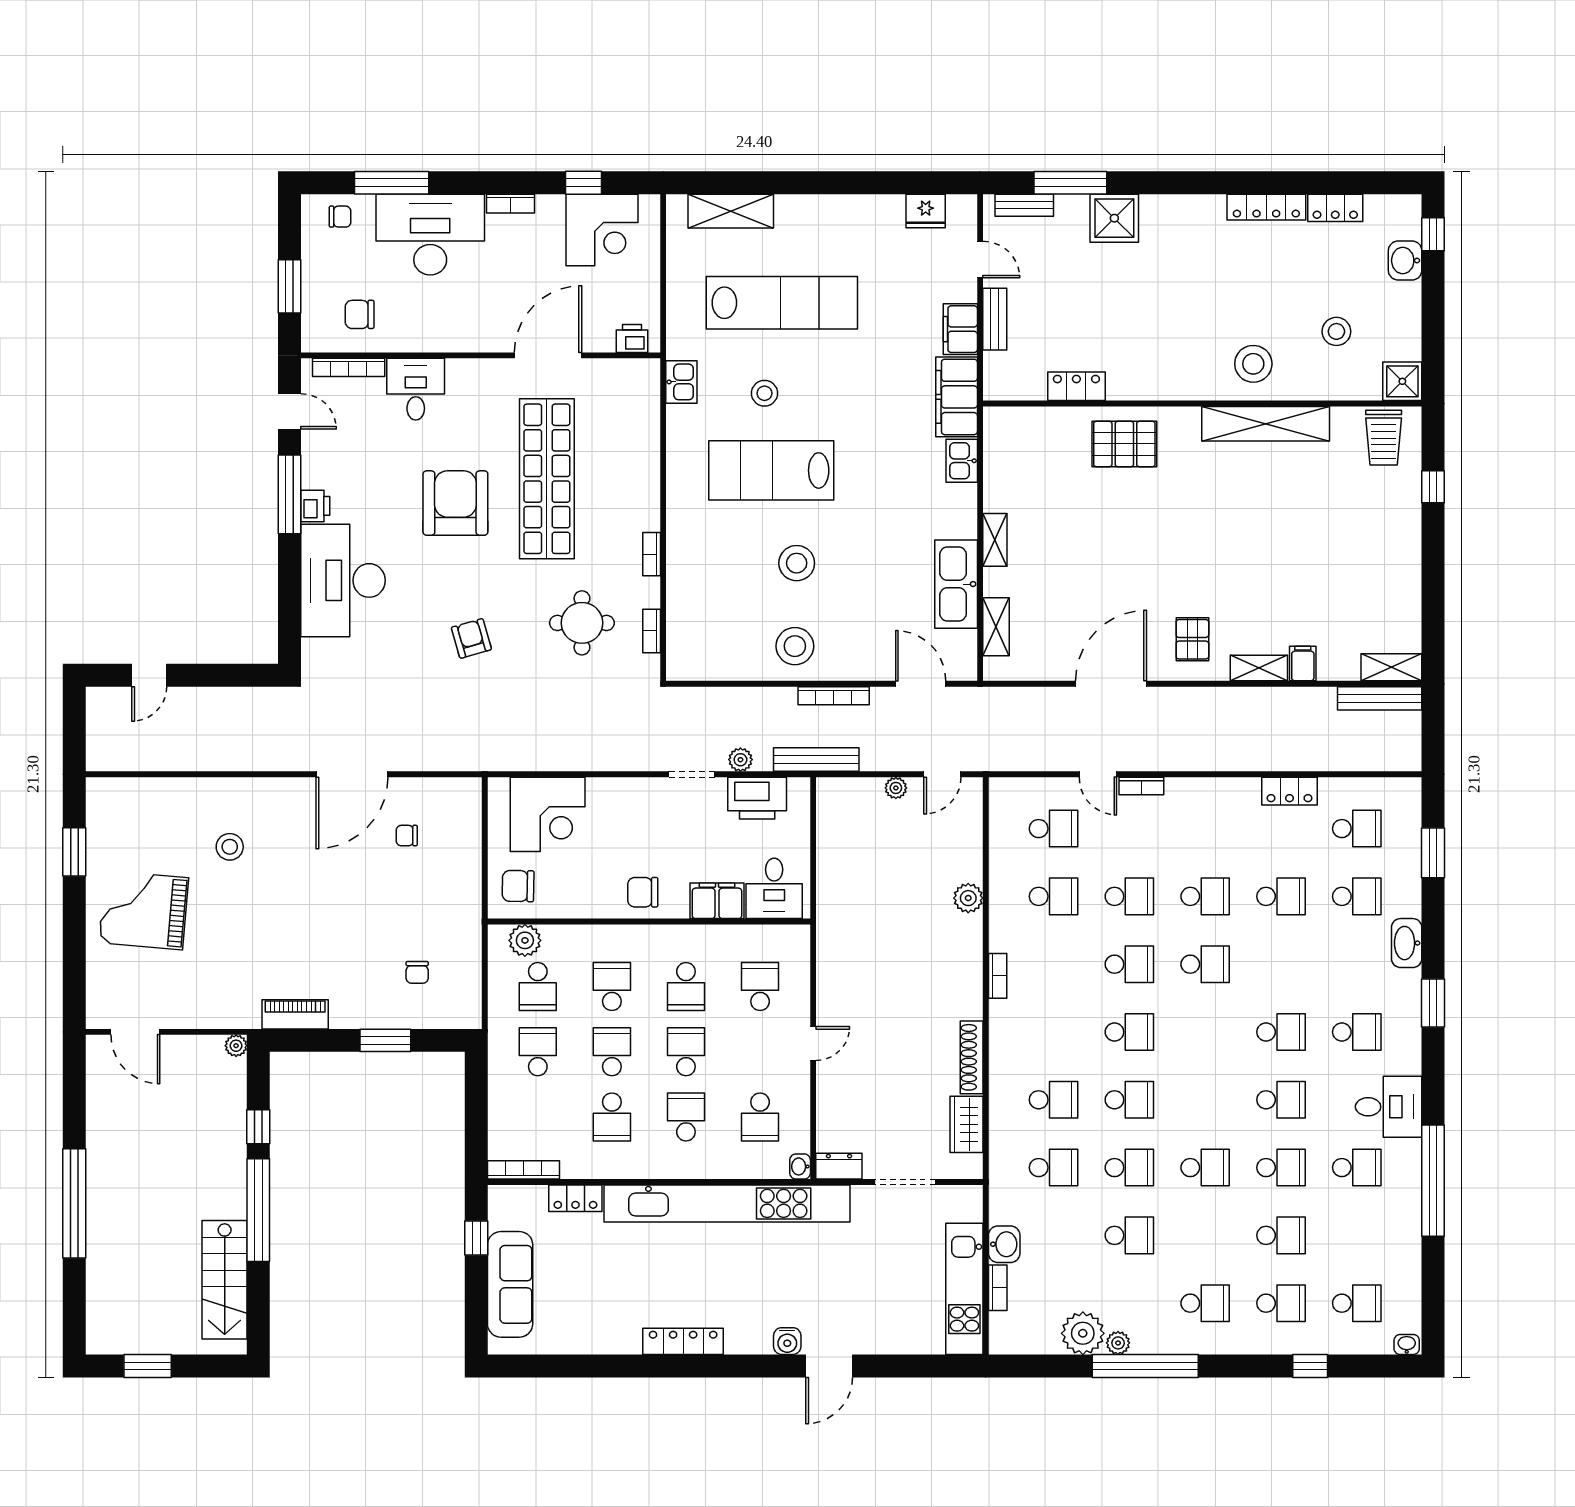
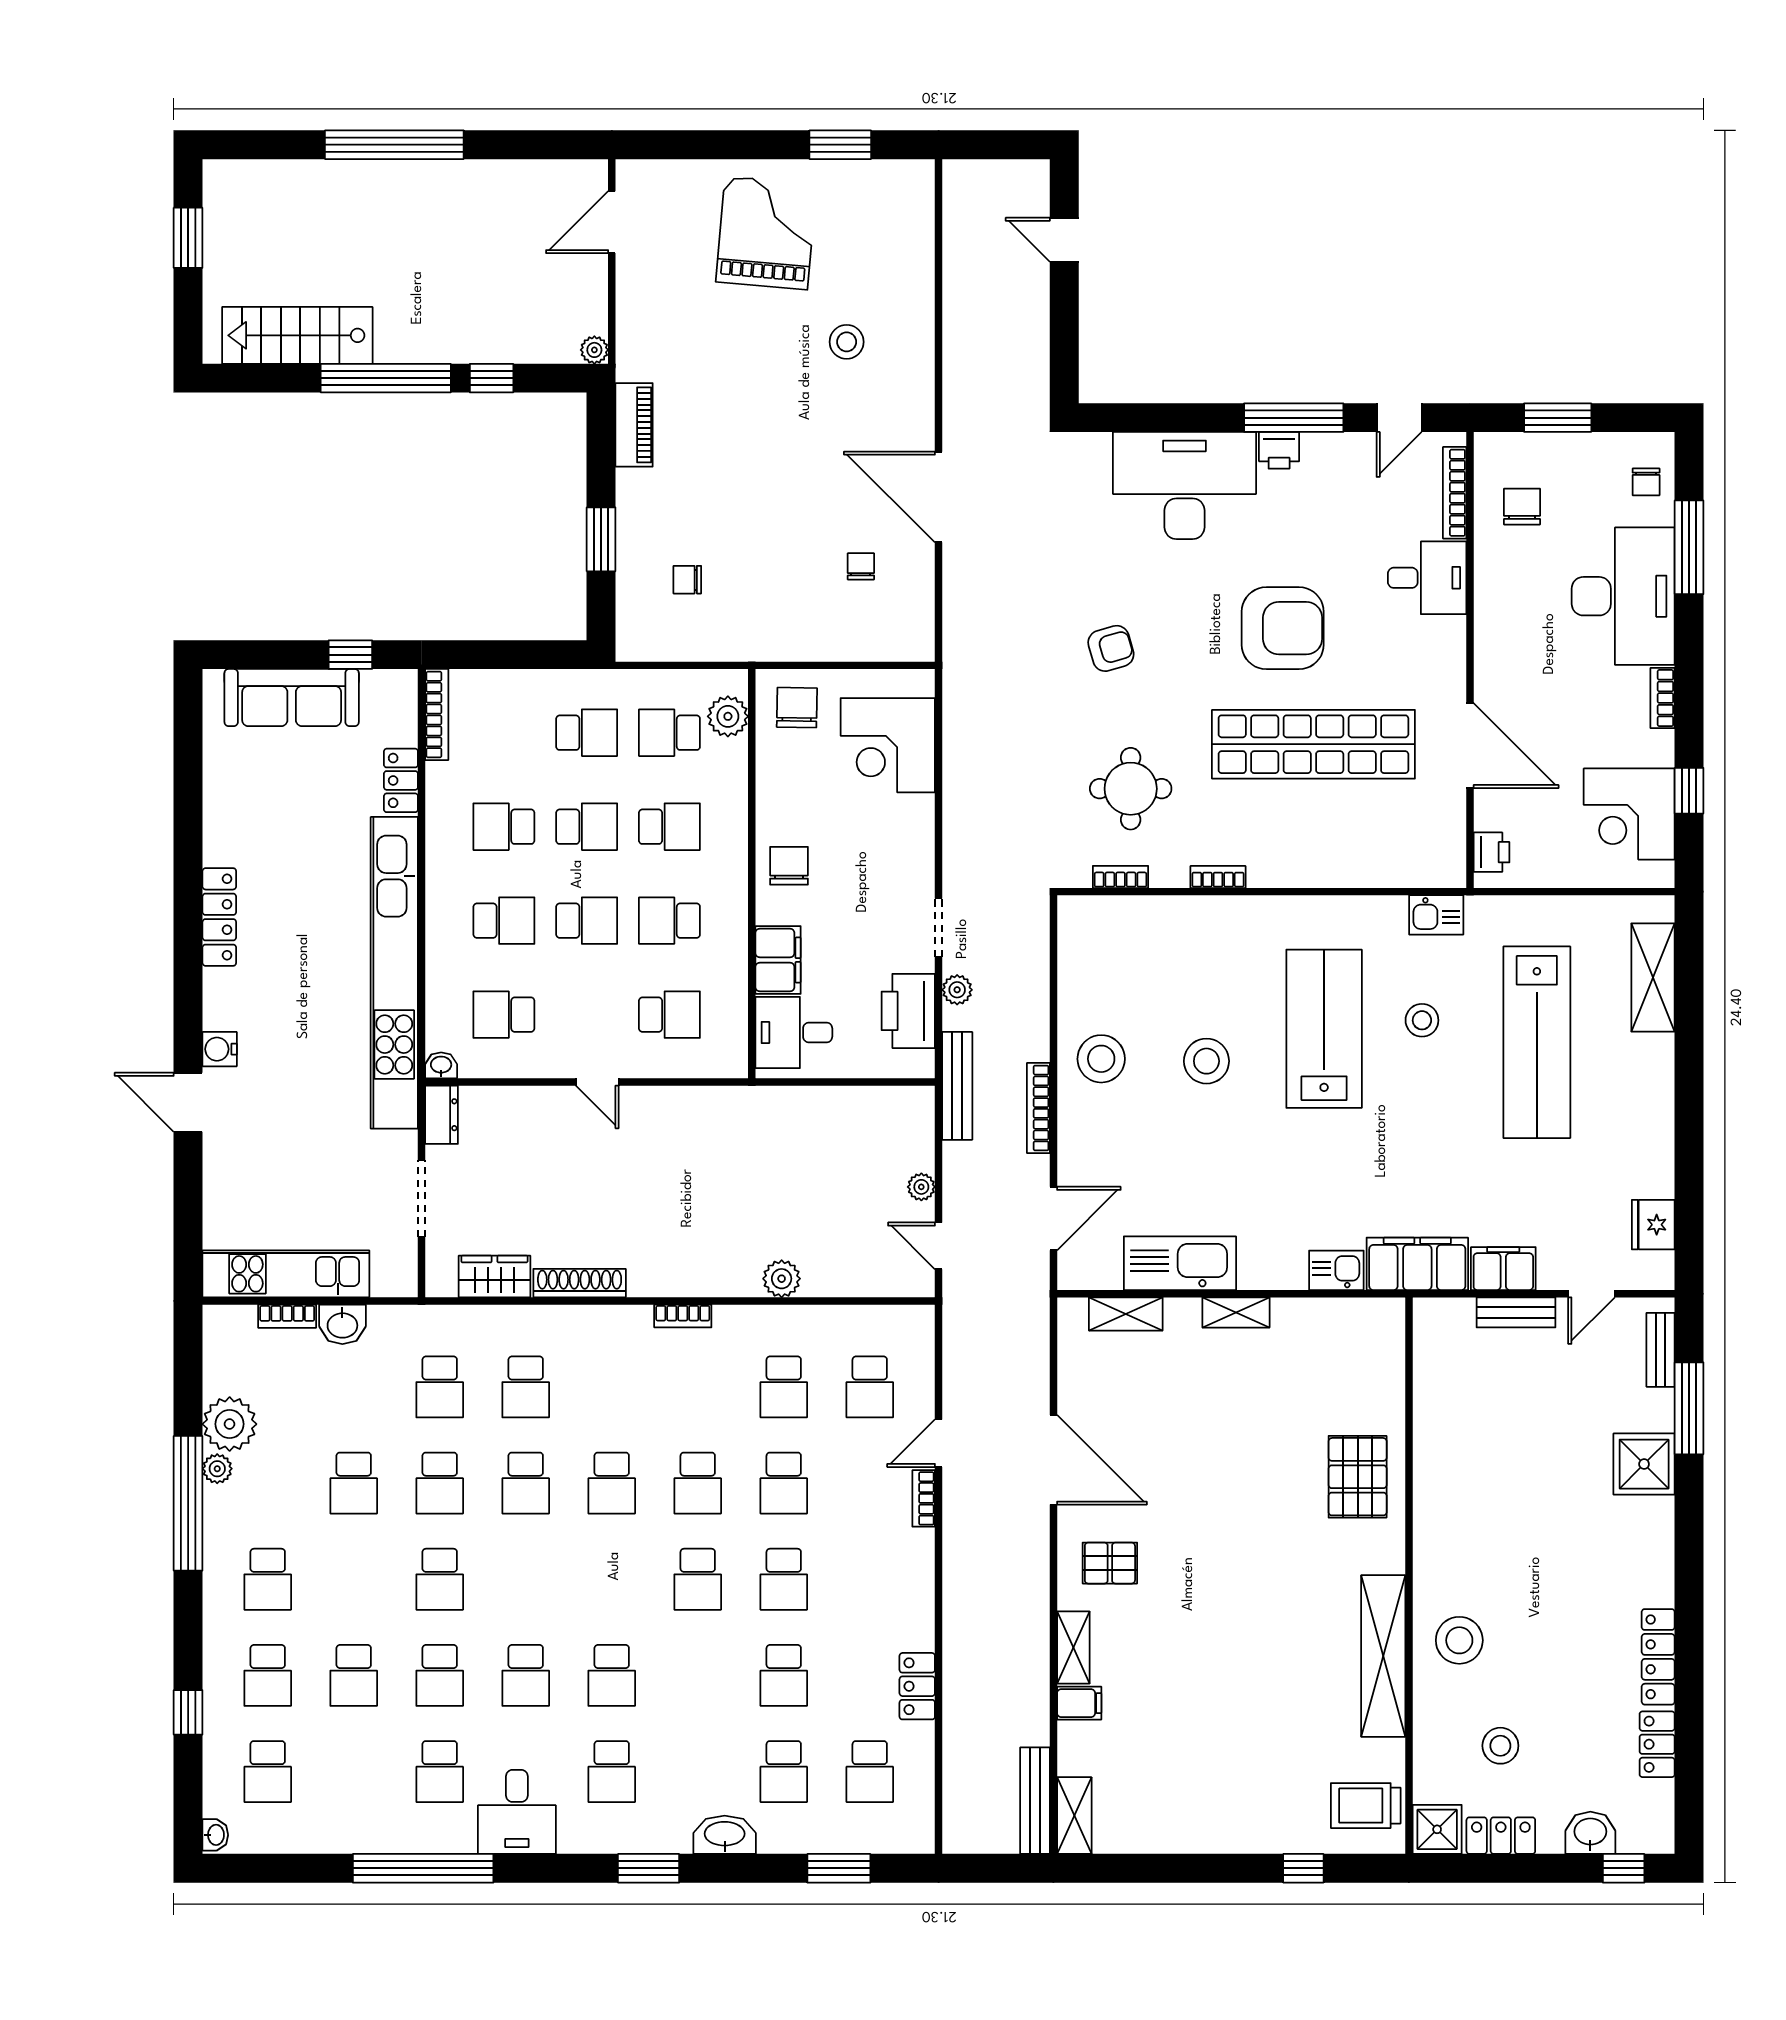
locker: (1076, 386) -> (1501, 1836), moved, turned -90

